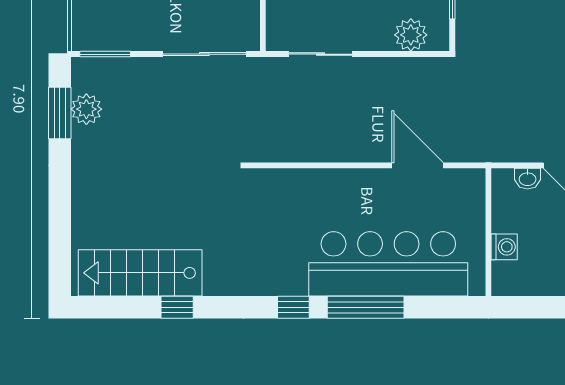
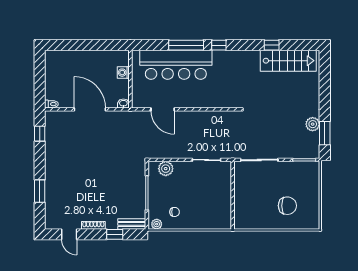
plant: (86, 109) -> (313, 124), moved
washbasin: (528, 179) -> (123, 103), moved

